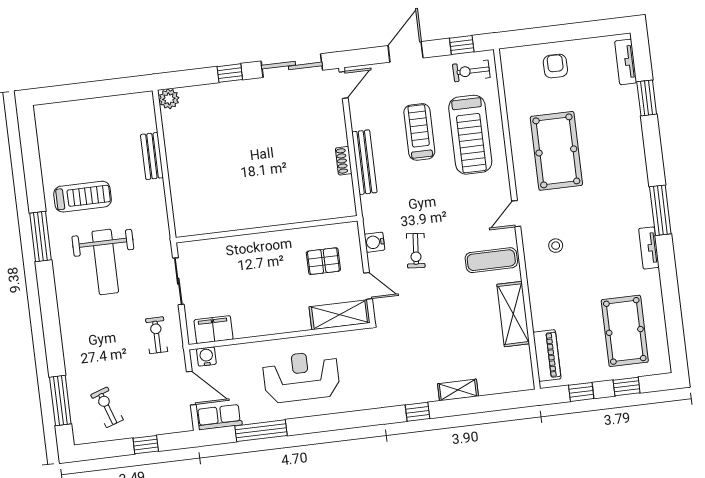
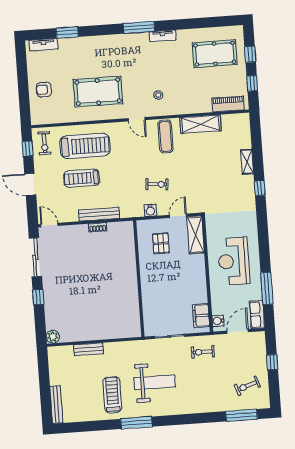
bench: (63, 110) -> (56, 405), added

